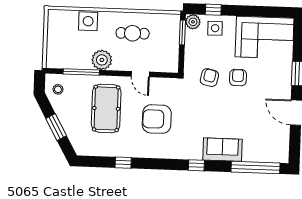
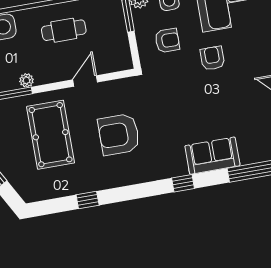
plant: (102, 60) -> (26, 80), width x0.53, depth x0.53
door: (140, 74) -> (85, 81), swing flipped
armchair: (209, 78) -> (167, 41), moved, turned 78

